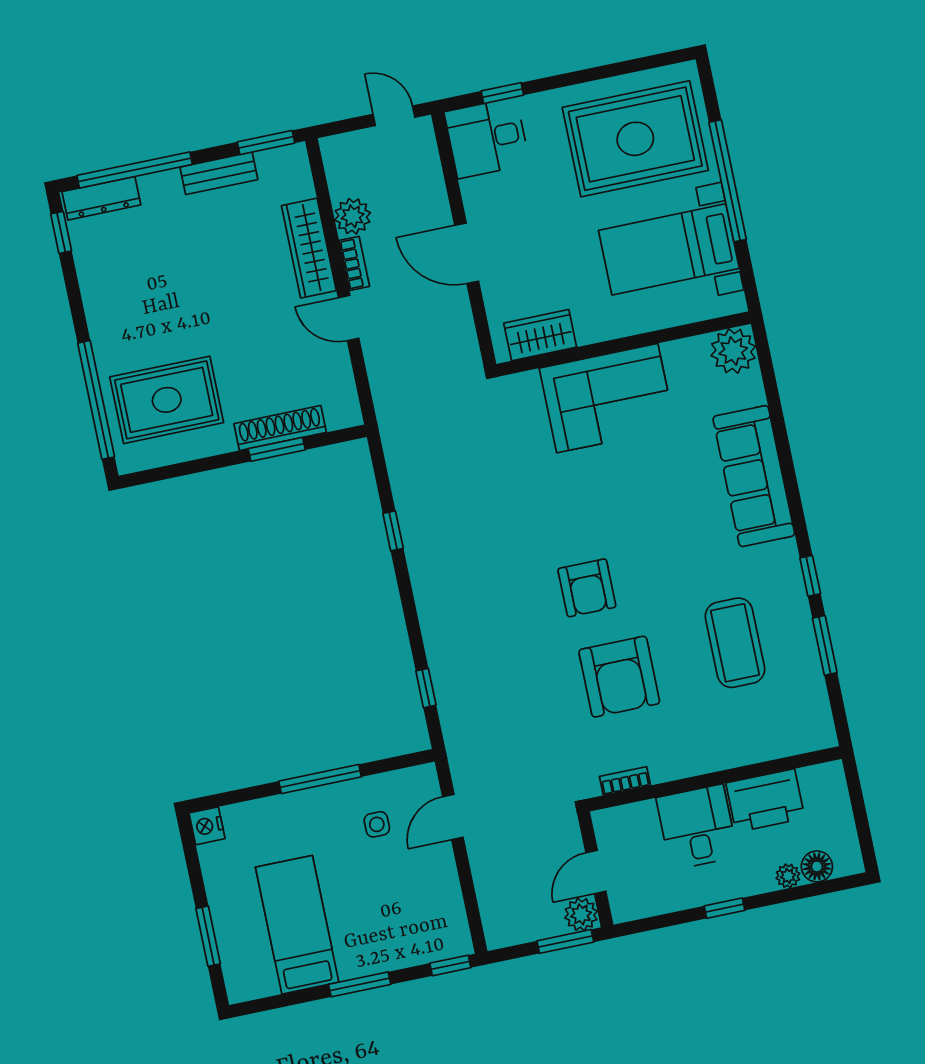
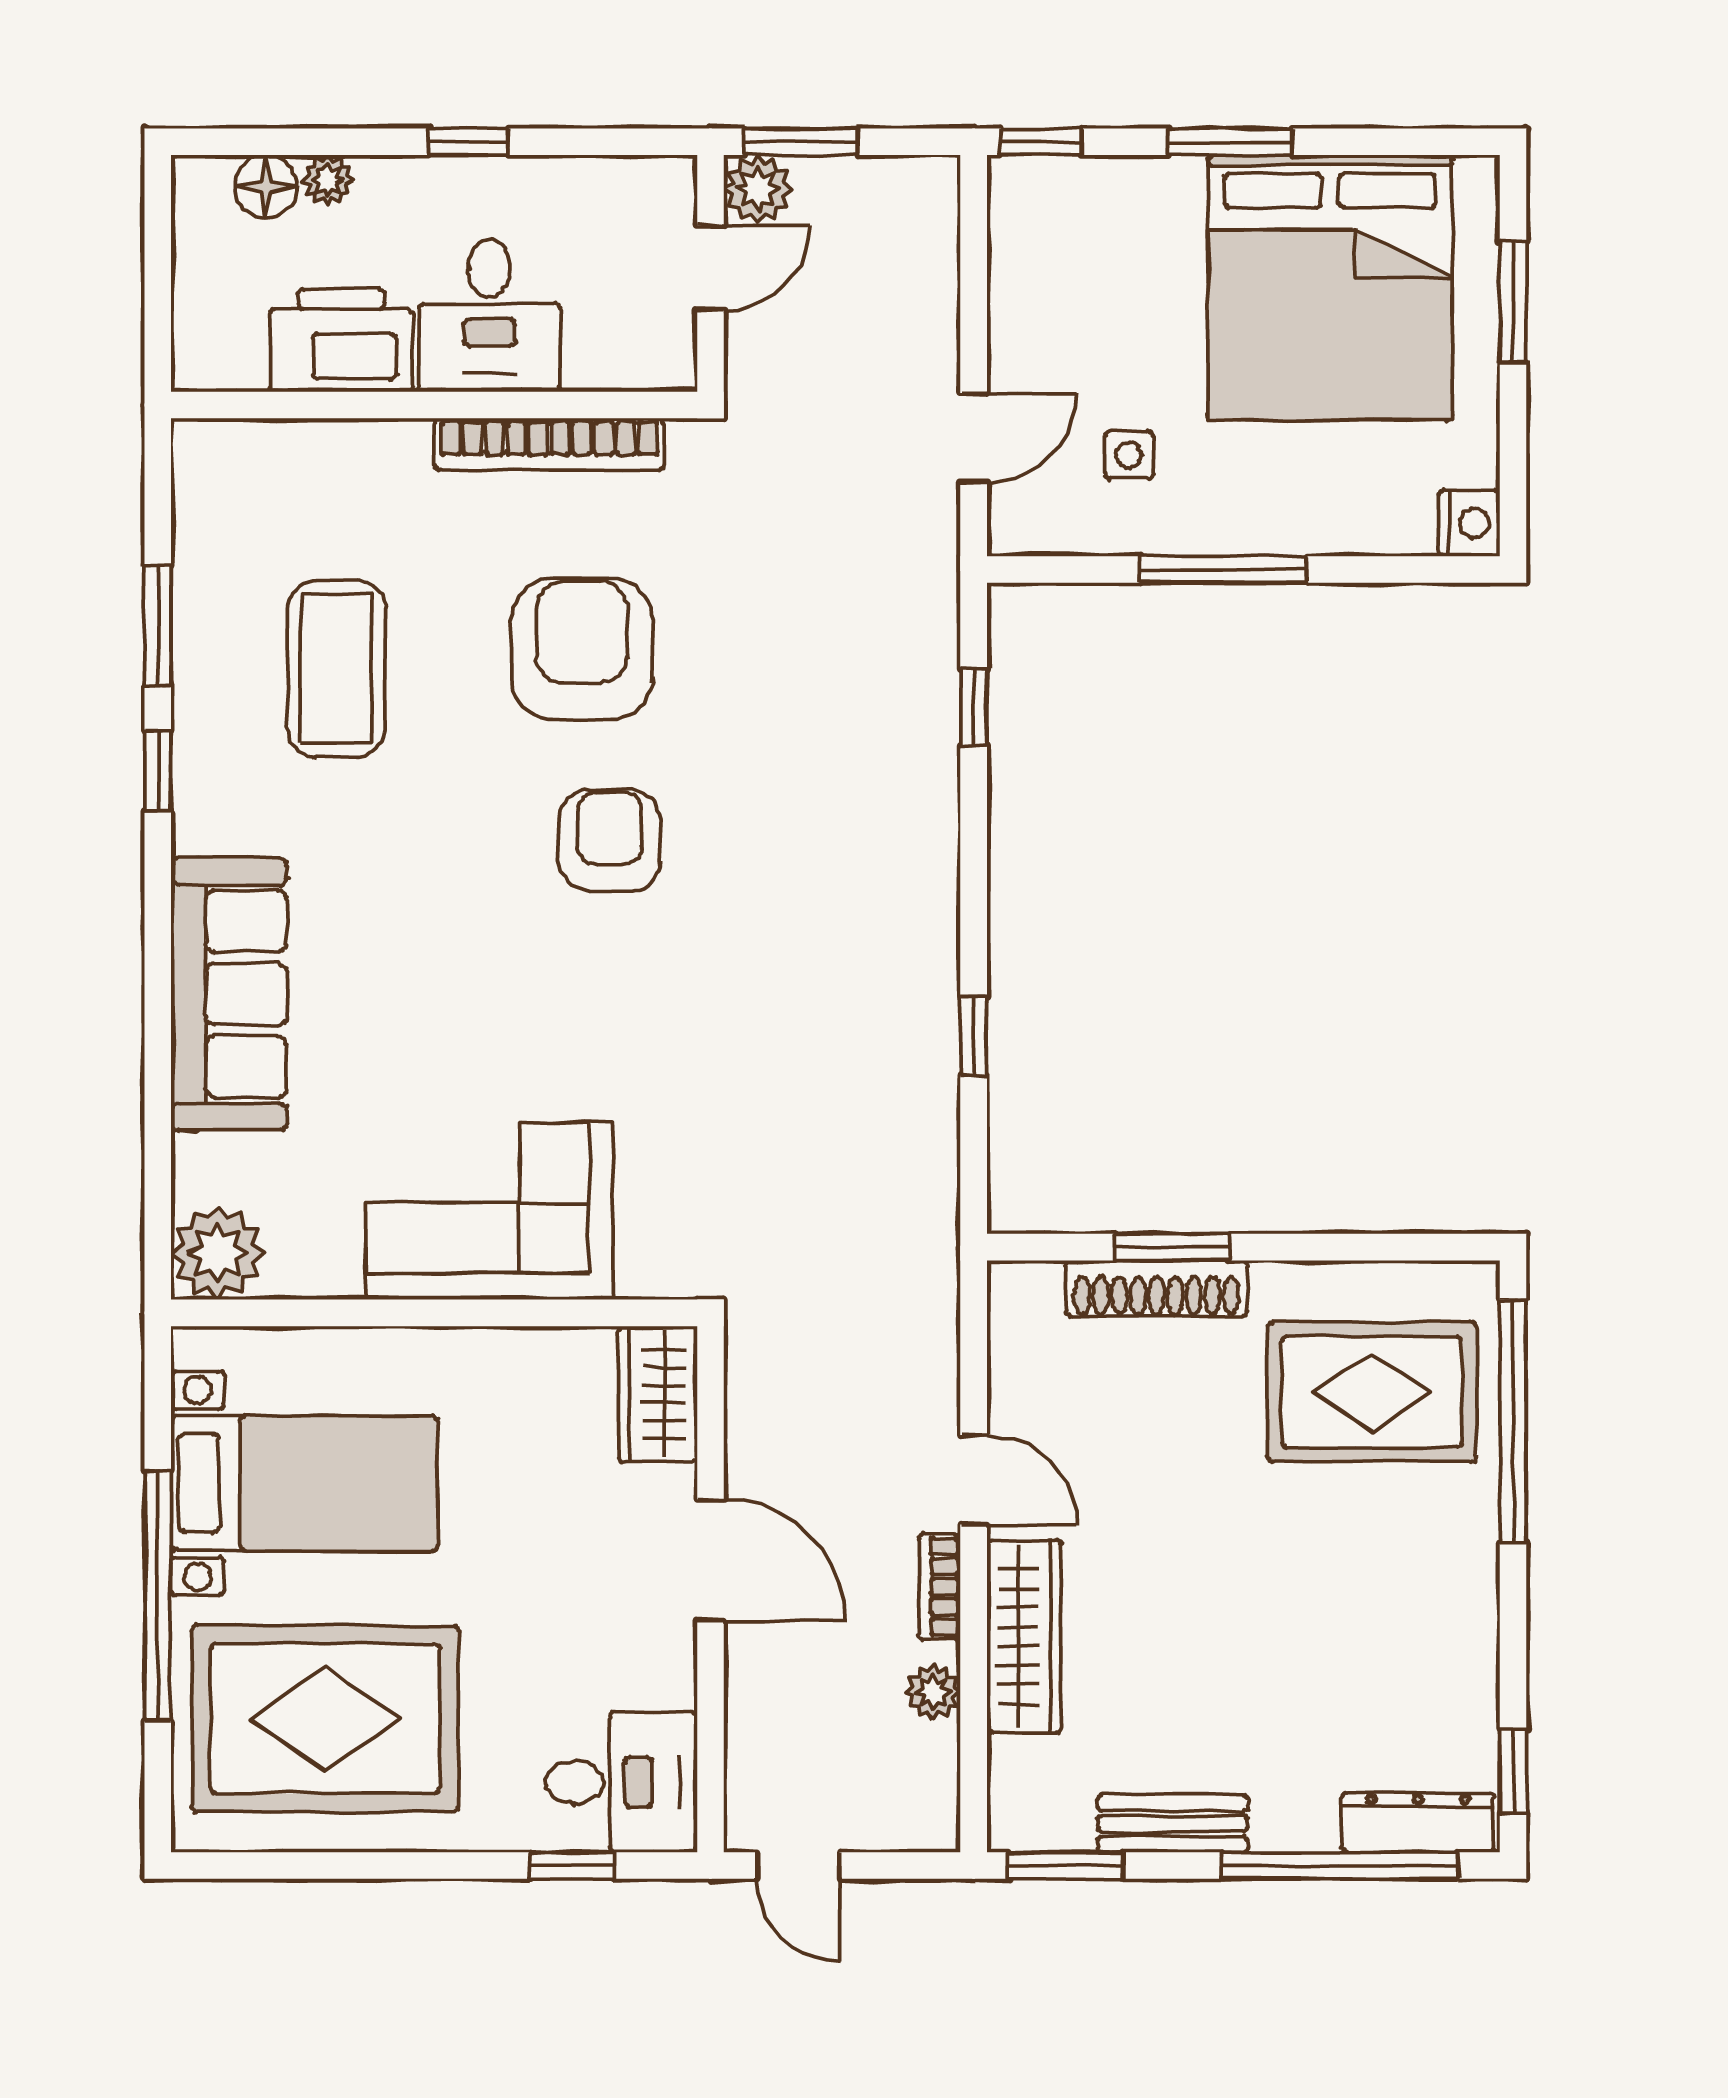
plant: (353, 216) -> (933, 1692), width x0.73, depth x0.73
wardrobe: (540, 335) -> (658, 1394), moved, turned 90
bookcase: (625, 781) -> (549, 444), width x2.31, depth x1.31
bed: (297, 925) -> (1330, 287), width x2.04

